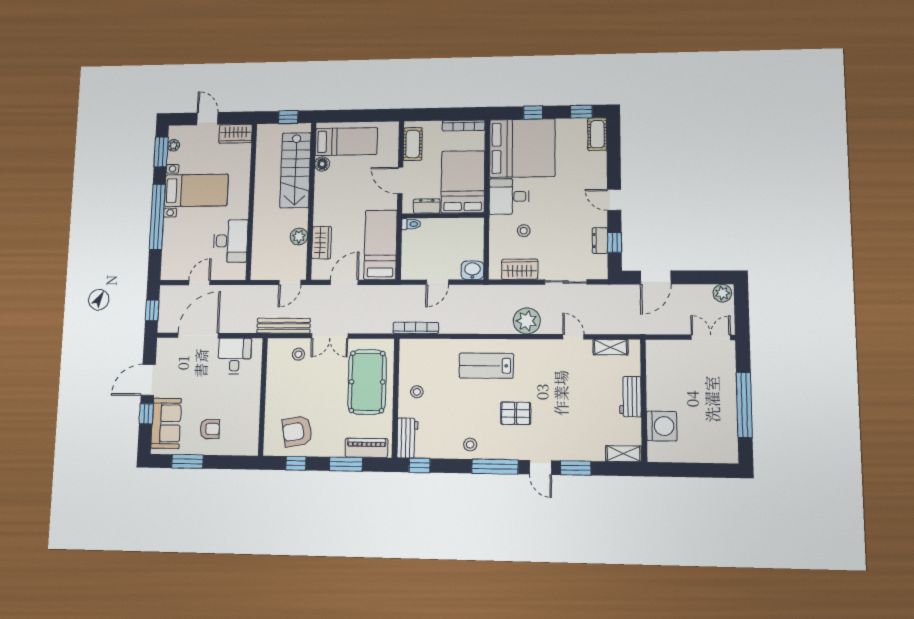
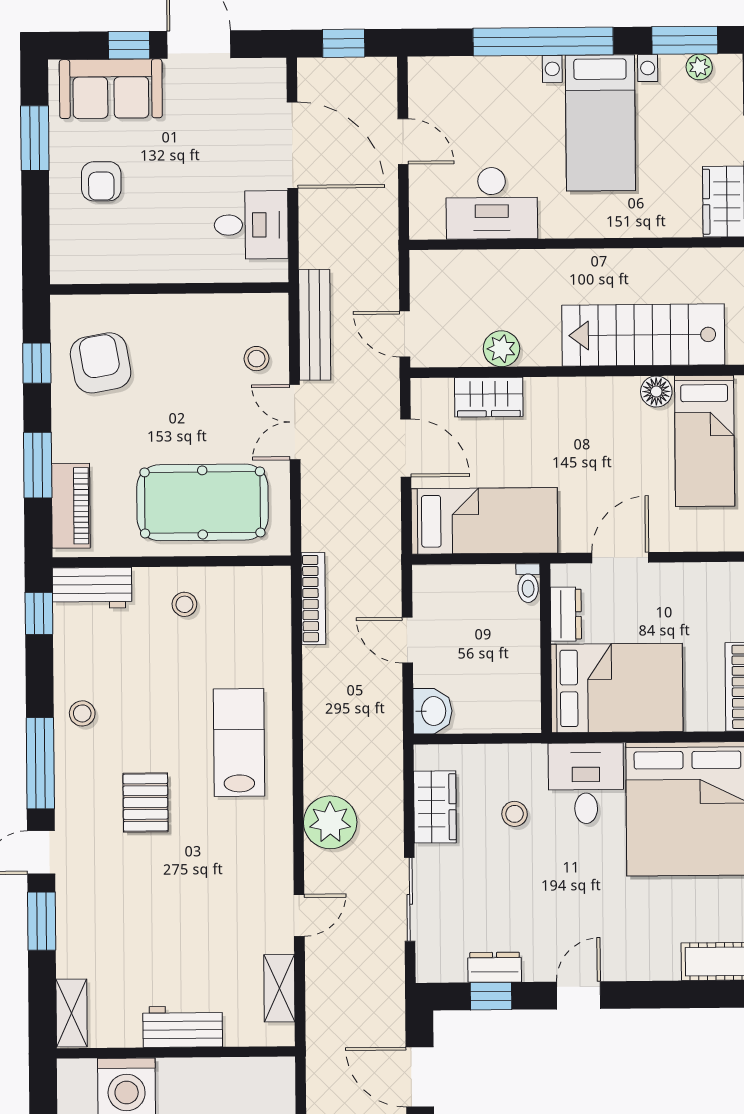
cot: (413, 144) -> (698, 581), removed

